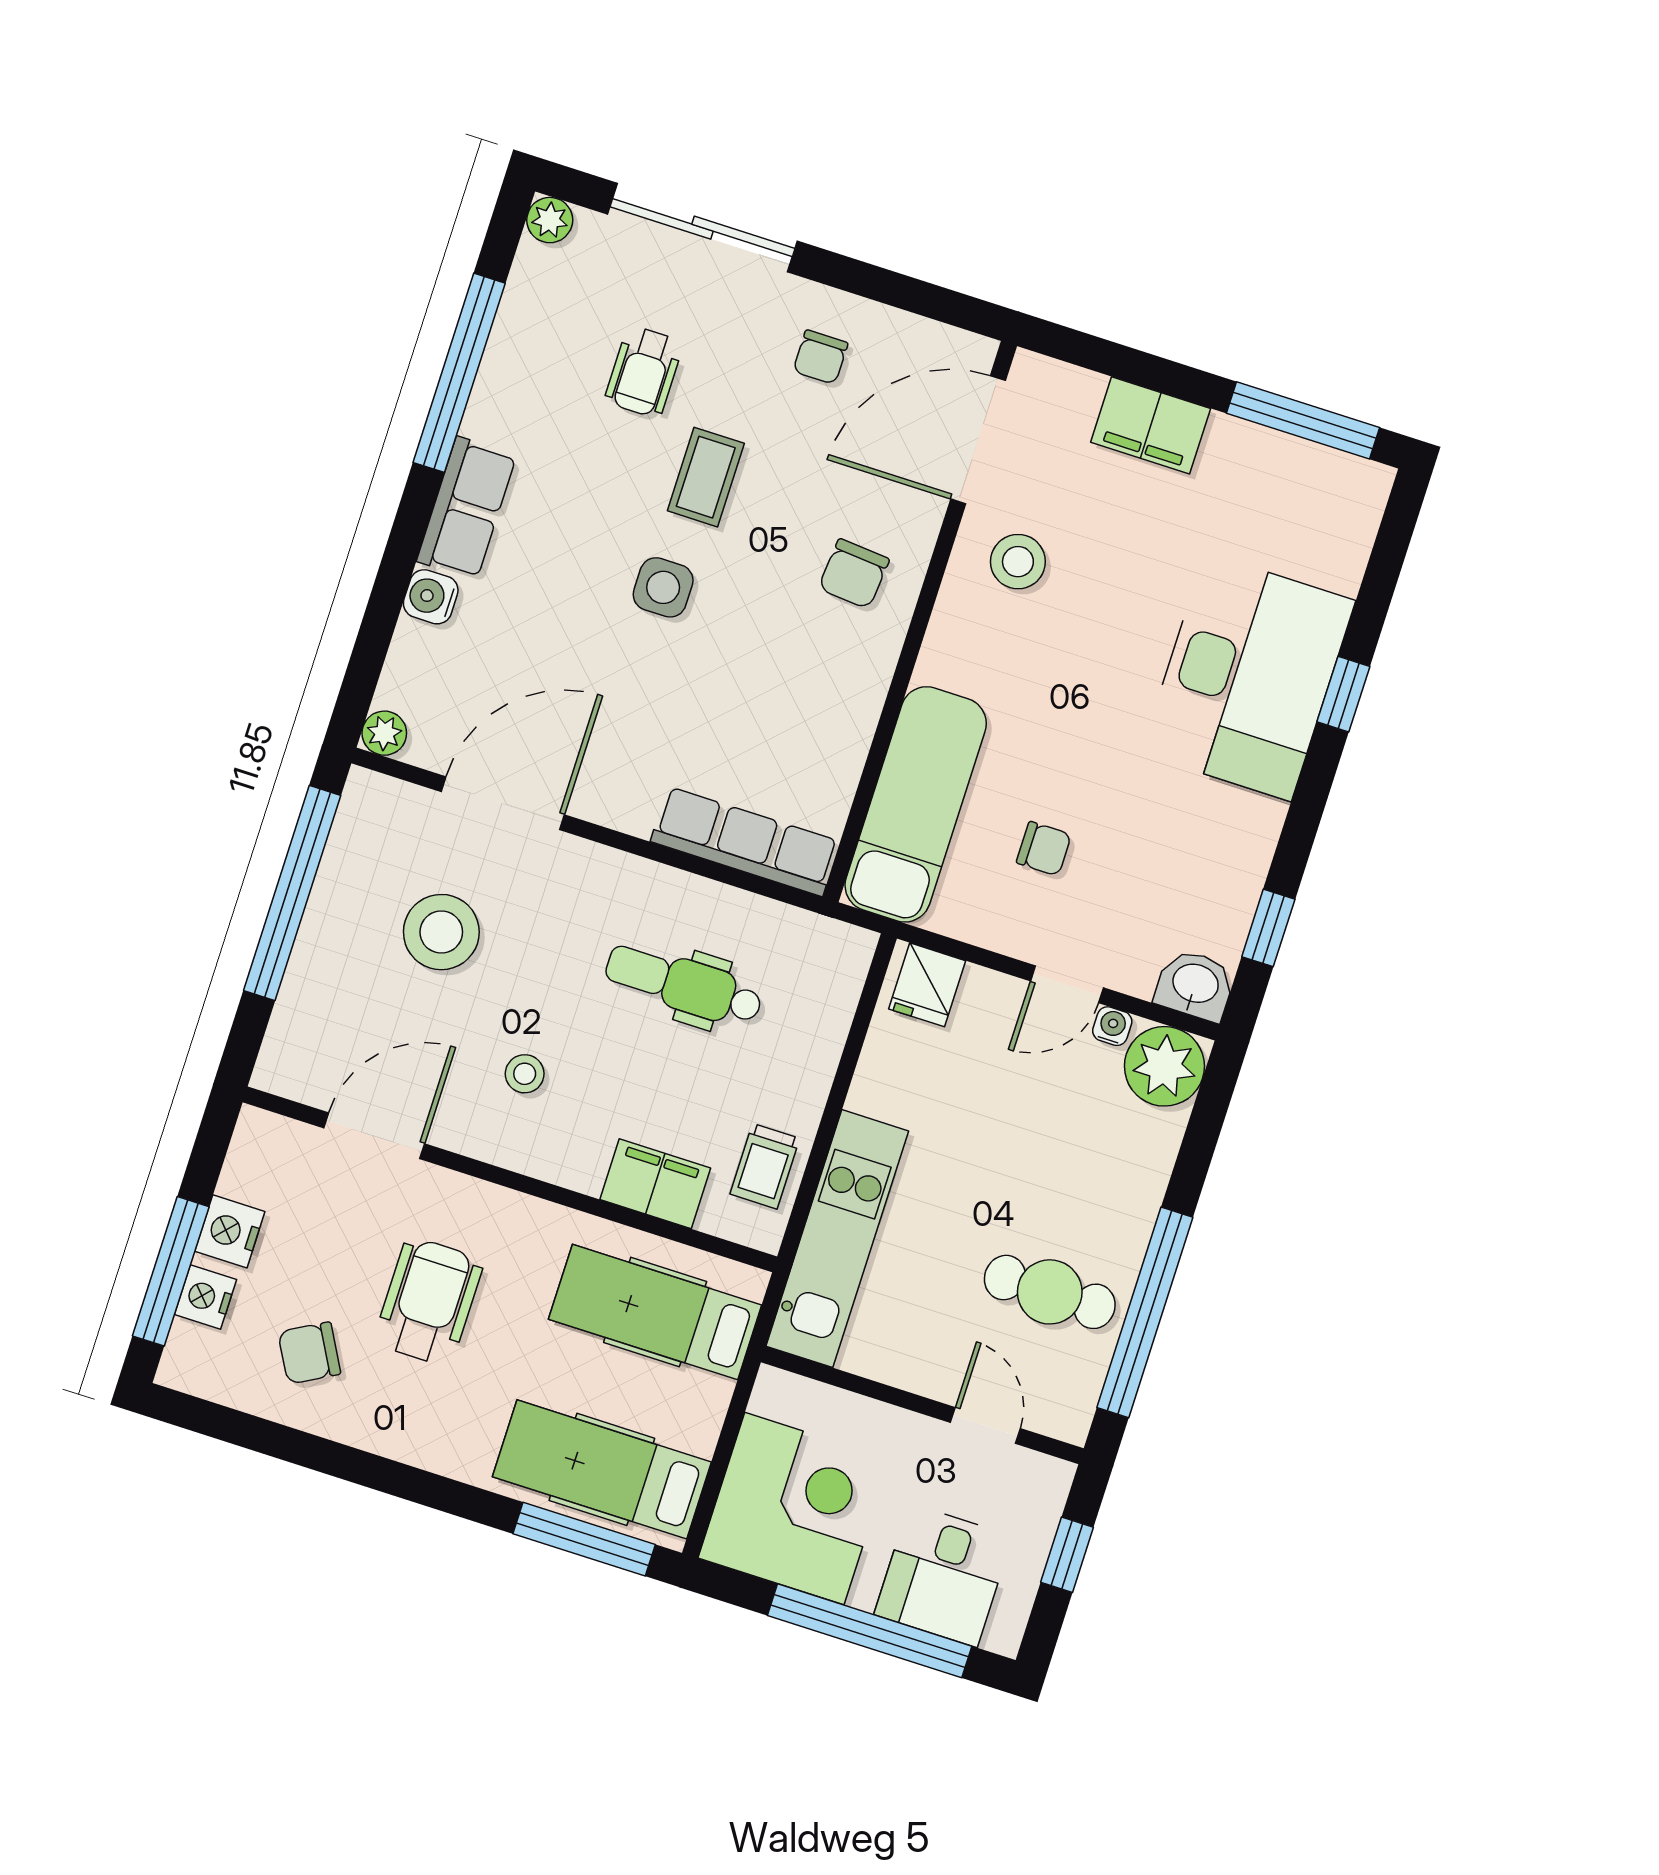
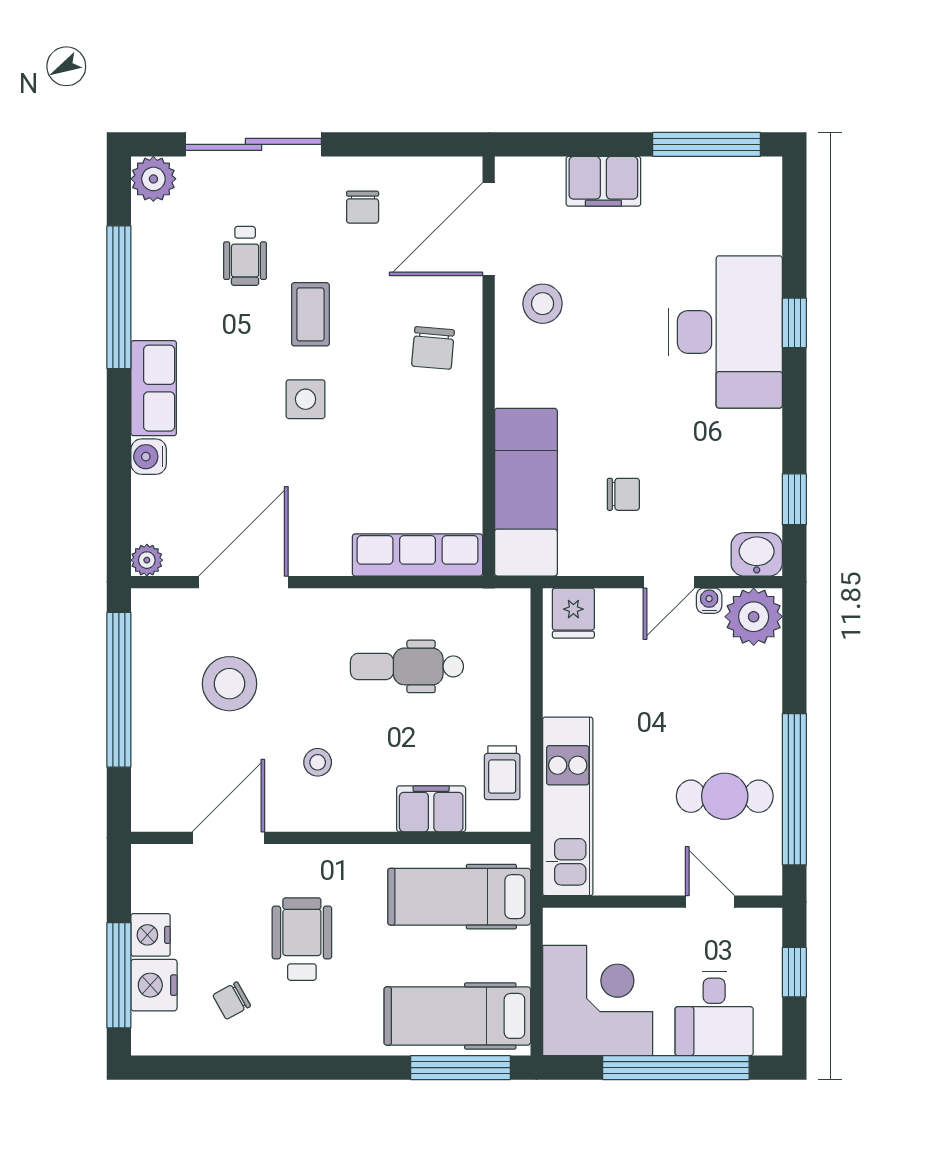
plant: (550, 220) -> (153, 179), width x1.38, depth x1.38
nightstand: (205, 1297) -> (154, 985), width x1.36, depth x1.33
chair: (309, 1353) -> (232, 1001), width x0.73, depth x0.73

